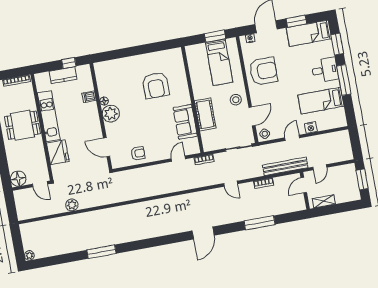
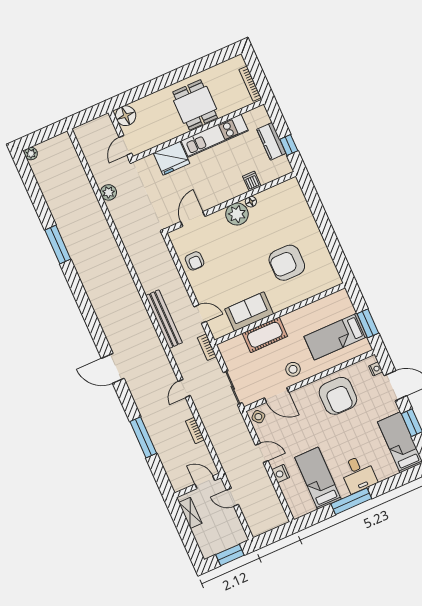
window: (337, 44) -> (395, 482), removed
bench: (285, 166) -> (164, 319), moved

